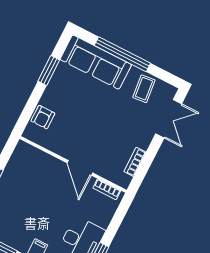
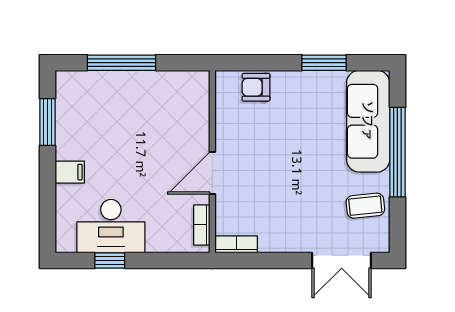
bookcase: (135, 162) -> (236, 244), moved

